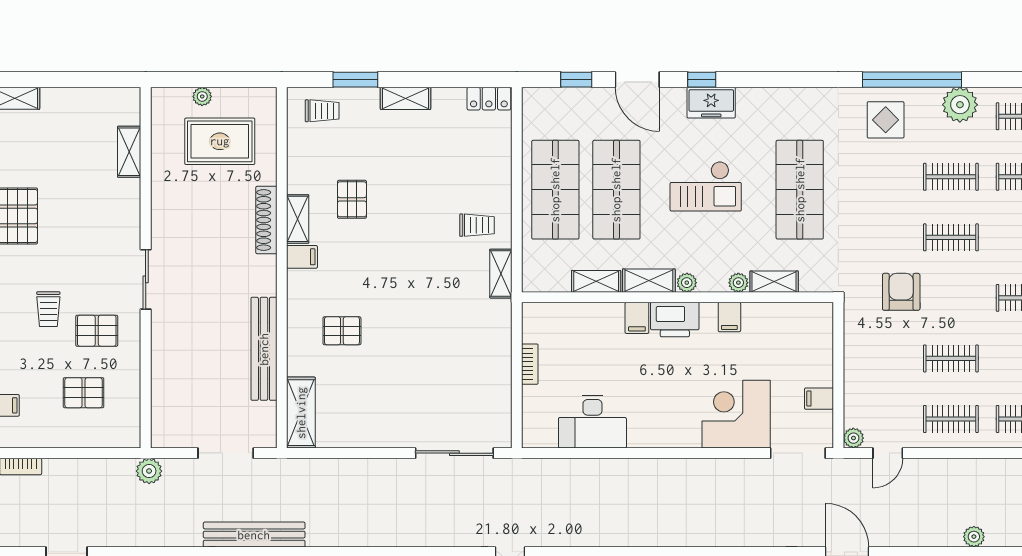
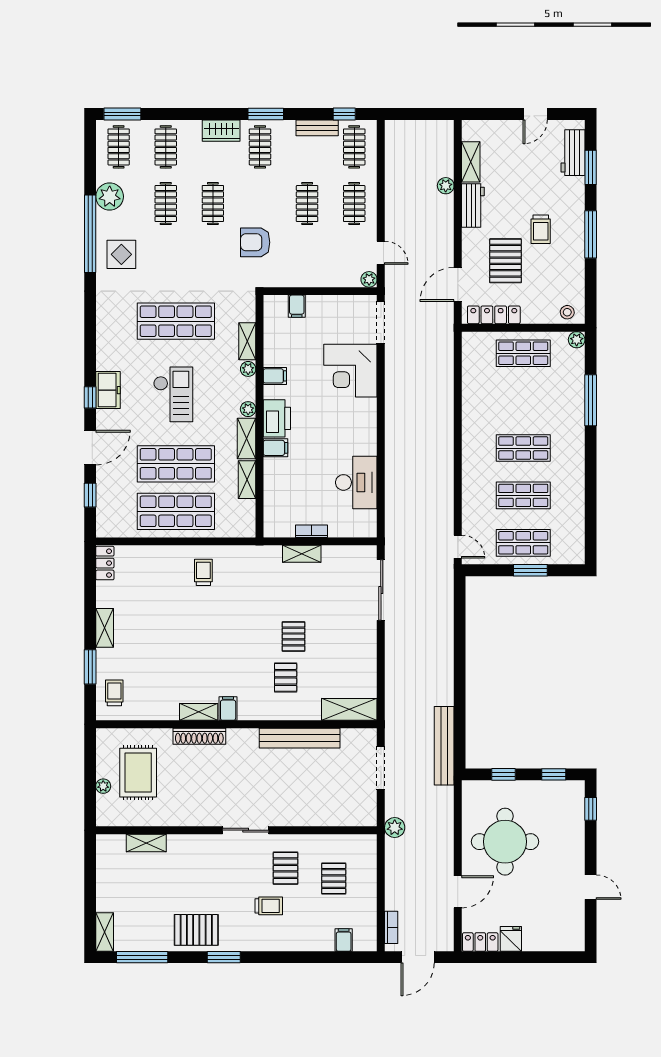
pallet: (352, 199) -> (293, 636), moved, turned 90
shelving: (501, 274) -> (302, 554), moved
filing cabinet: (819, 399) -> (297, 306), moved

